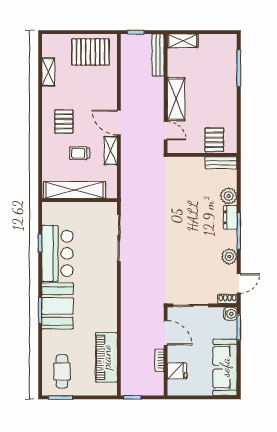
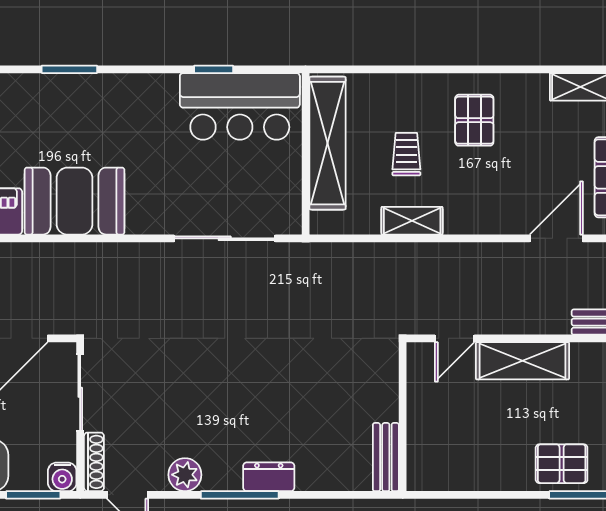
pallet: (64, 121) -> (474, 120), turned 90
door: (119, 123) -> (556, 238), moved
pallet: (214, 140) -> (562, 464), moved
plant: (229, 196) -> (315, 473), removed
bar counter: (57, 253) -> (240, 106), moved
shoe rack: (227, 299) -> (94, 462), width x1.43
booth: (57, 306) -> (75, 201), moved

